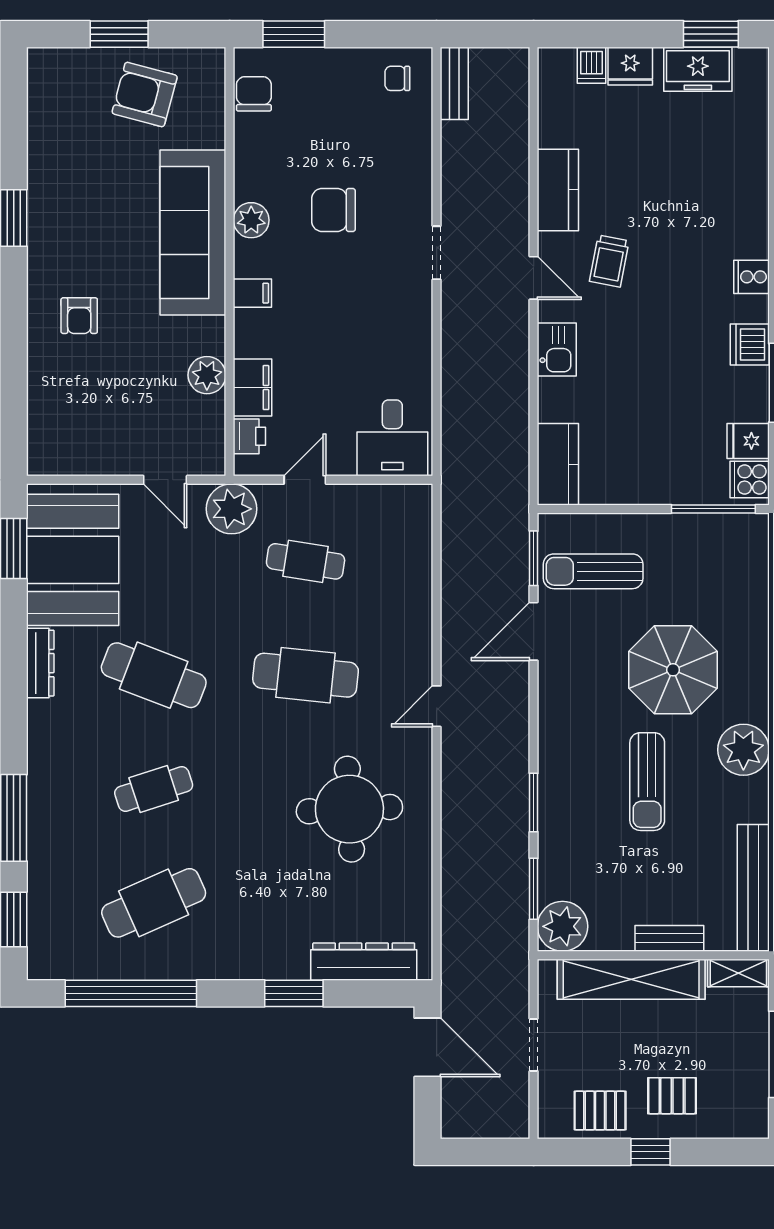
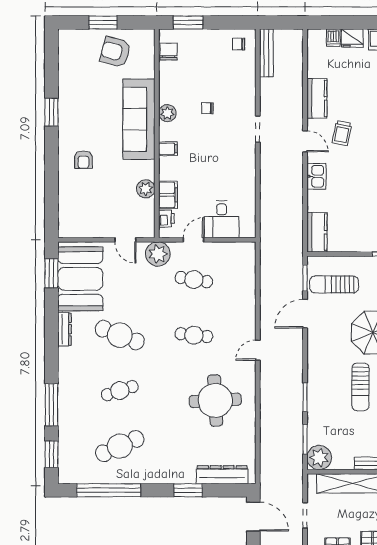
bench: (454, 83) -> (266, 53), width x1.36
chair: (333, 210) -> (207, 108), width x0.54, depth x0.54
desk: (392, 438) -> (222, 219), moved
cafe table: (306, 675) -> (194, 335), width x0.73, depth x0.74

